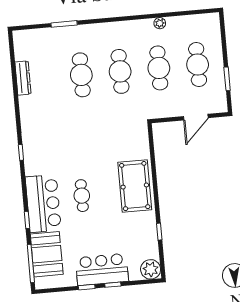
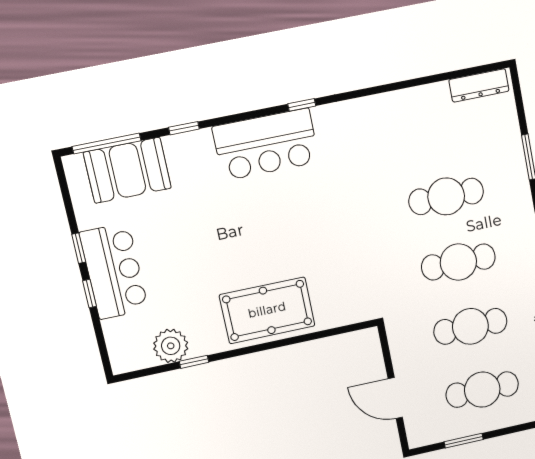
dresser: (23, 78) -> (479, 85), moved
cafe table: (82, 196) -> (239, 221), removed
bar counter: (43, 203) -> (266, 144), moved
plant: (151, 269) -> (171, 346), moved

